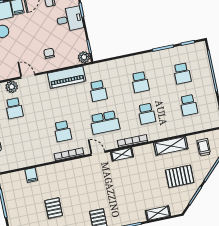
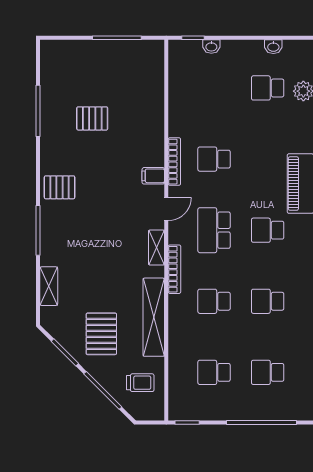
shelving: (171, 146) -> (154, 317), width x1.47
filing cabinet: (31, 175) -> (153, 176), moved

